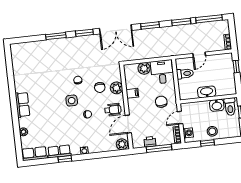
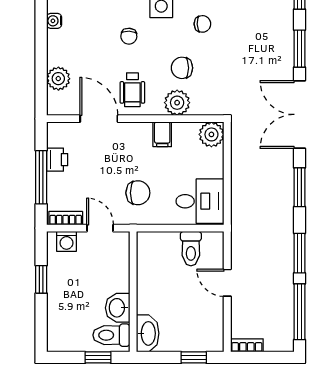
plant: (144, 68) -> (211, 134), moved
washbasin: (207, 92) -> (148, 333), moved
stool: (212, 131) -> (64, 292), removed
plant: (122, 144) -> (58, 79), moved

